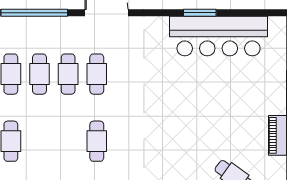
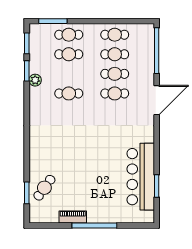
window: (200, 13) -> (157, 186), moved
cafe table: (39, 141) -> (69, 54), added

